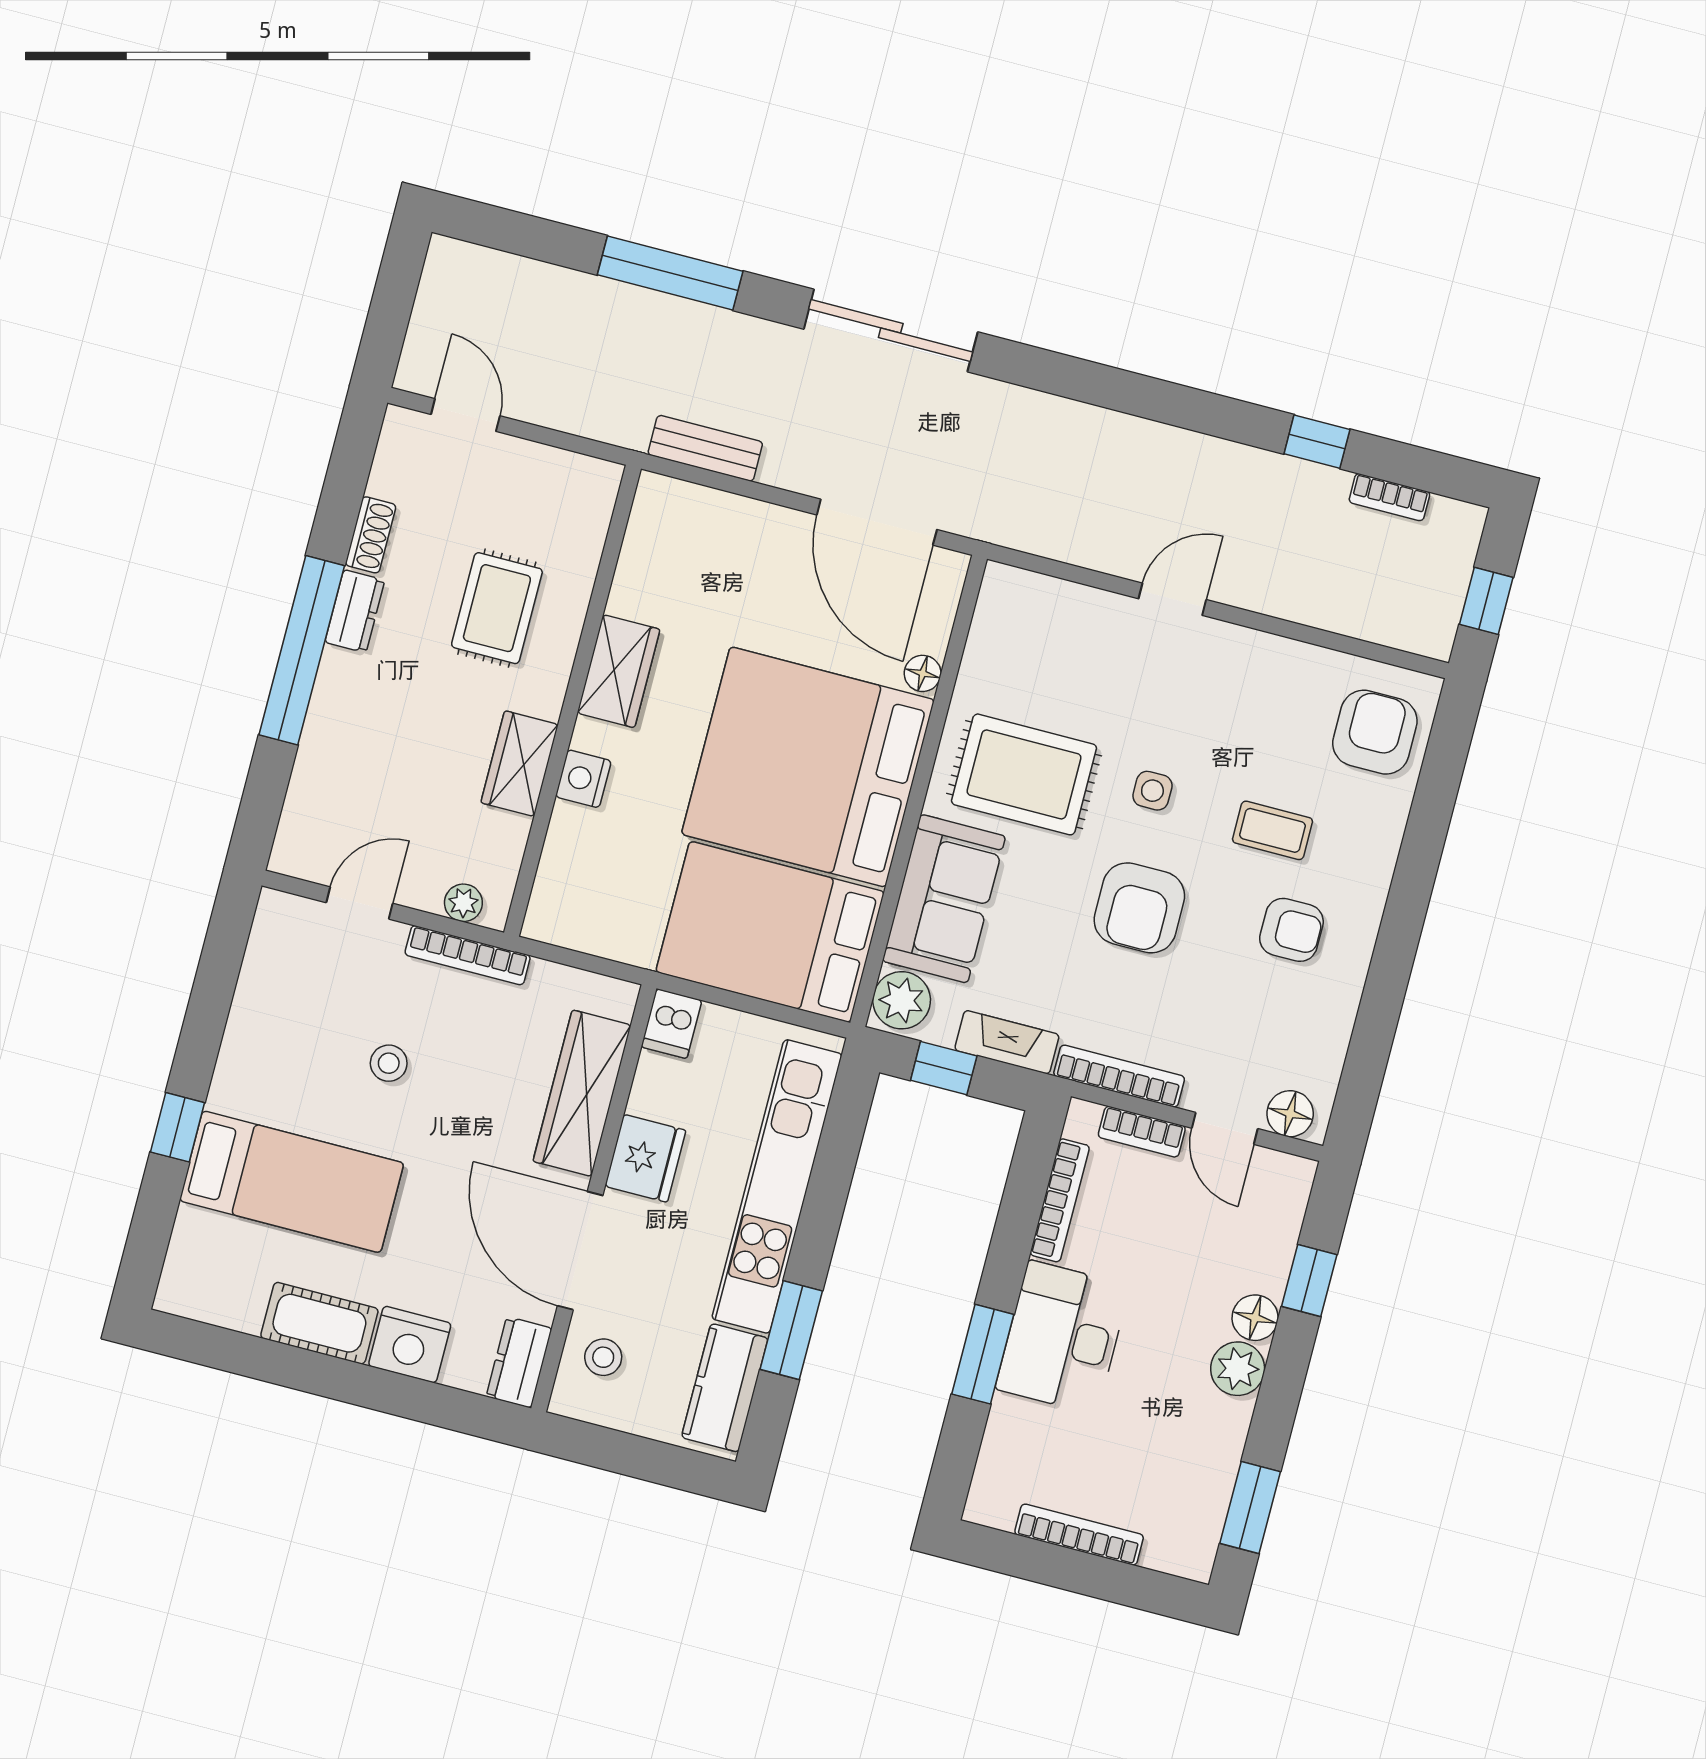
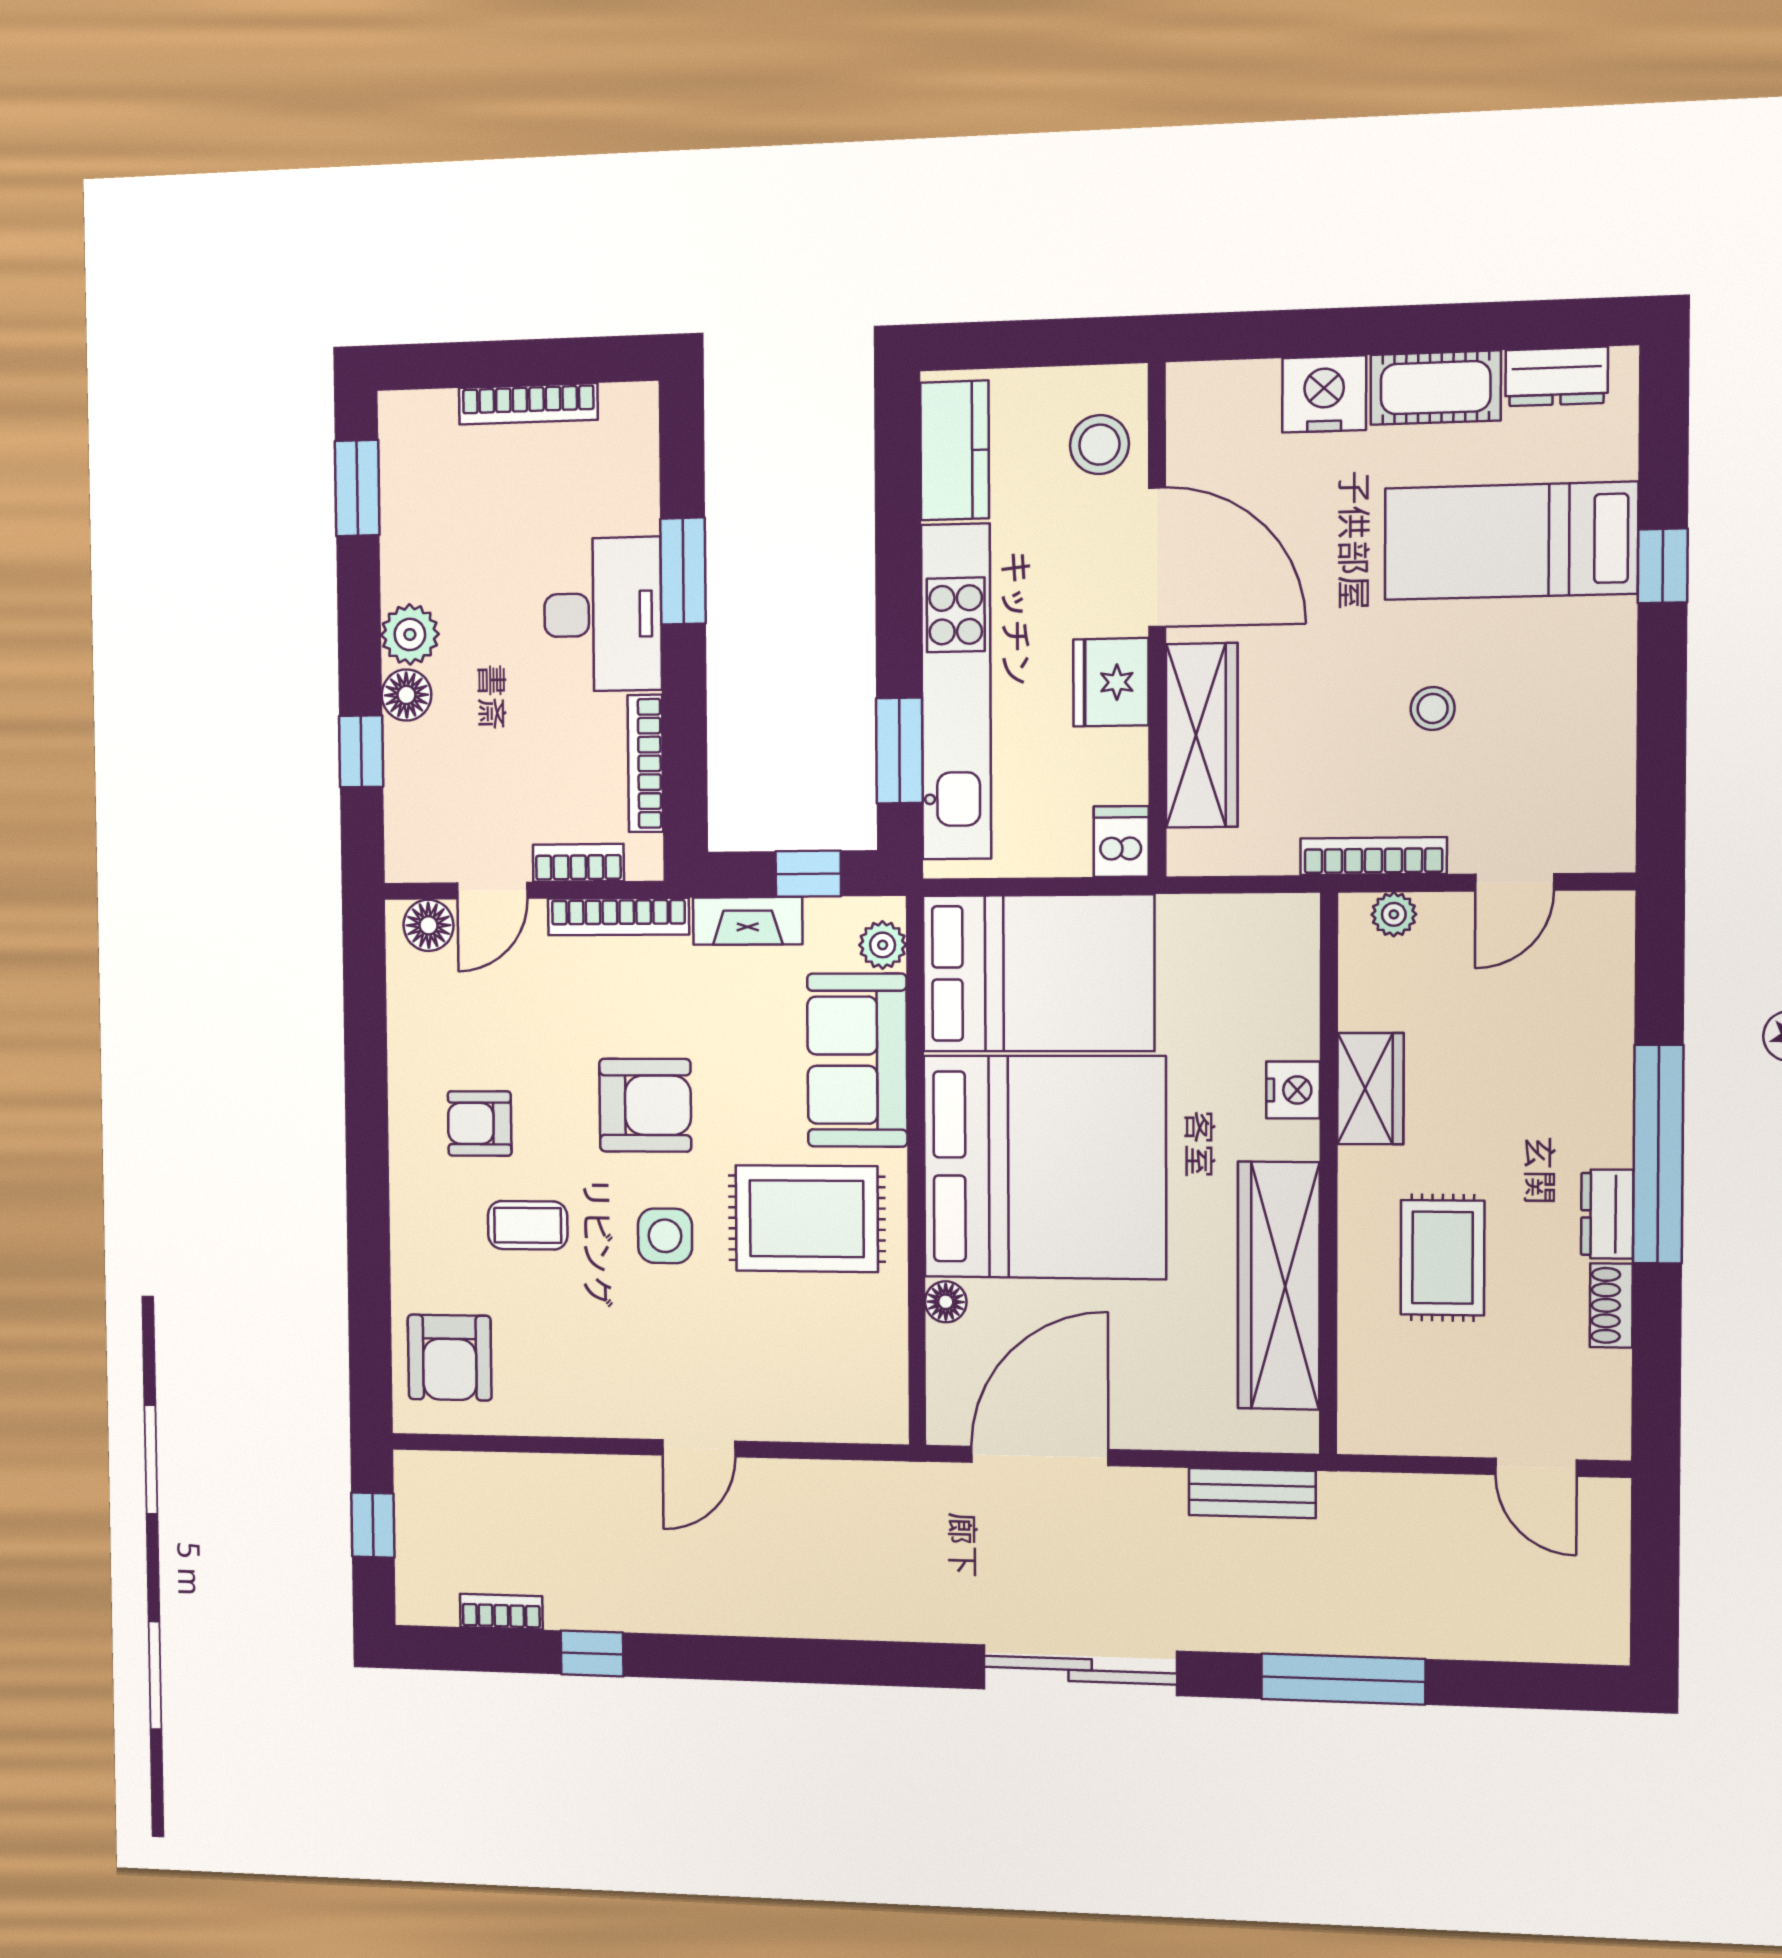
door: (877, 522) -> (1040, 1456), hinge flipped
wardrobe: (619, 671) -> (1279, 1286), width x2.10, depth x1.17
side table: (1152, 791) -> (665, 1236), width x1.37, depth x1.37
armchair: (1139, 908) -> (645, 1105), turned 90
plant: (902, 1000) -> (883, 945), width x0.73, depth x0.73
door: (1225, 1128) -> (492, 891), swing flipped
window: (791, 1330) -> (899, 750), moved
stool: (603, 1357) -> (1099, 445), width x1.37, depth x1.37
dresser: (519, 1362) -> (1557, 376), moved, turned 90

